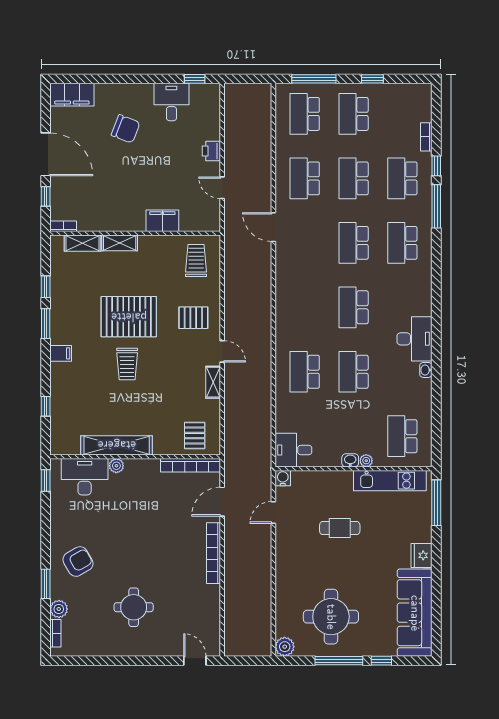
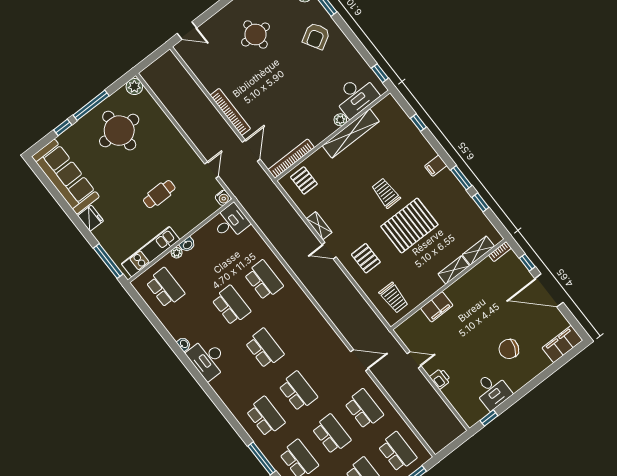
pallet: (193, 318) -> (366, 258), turned 90

